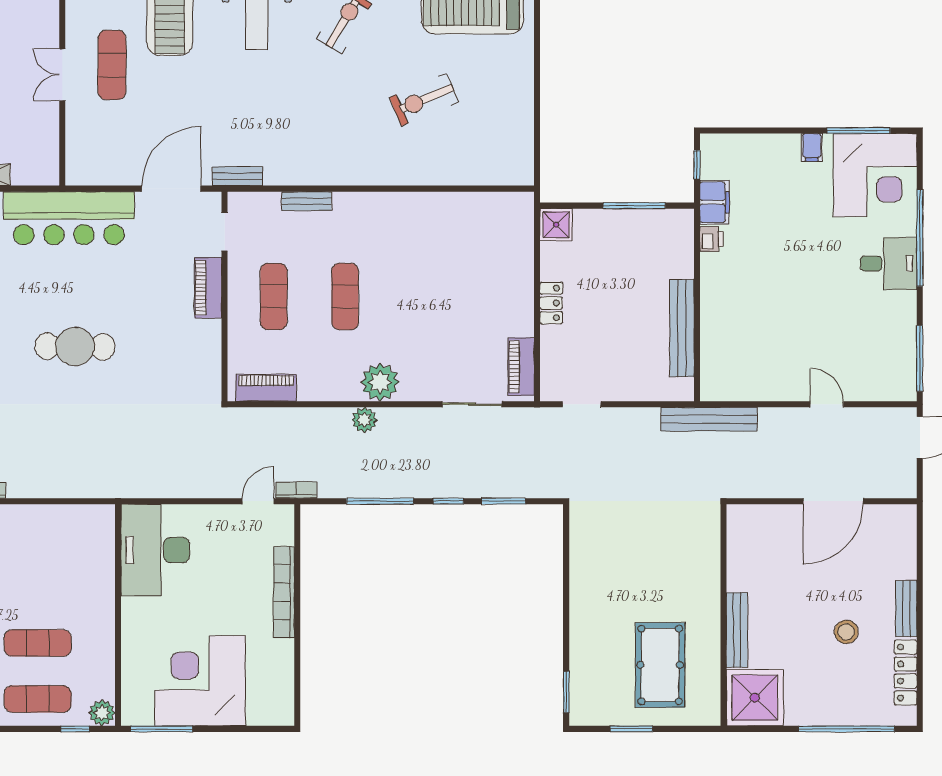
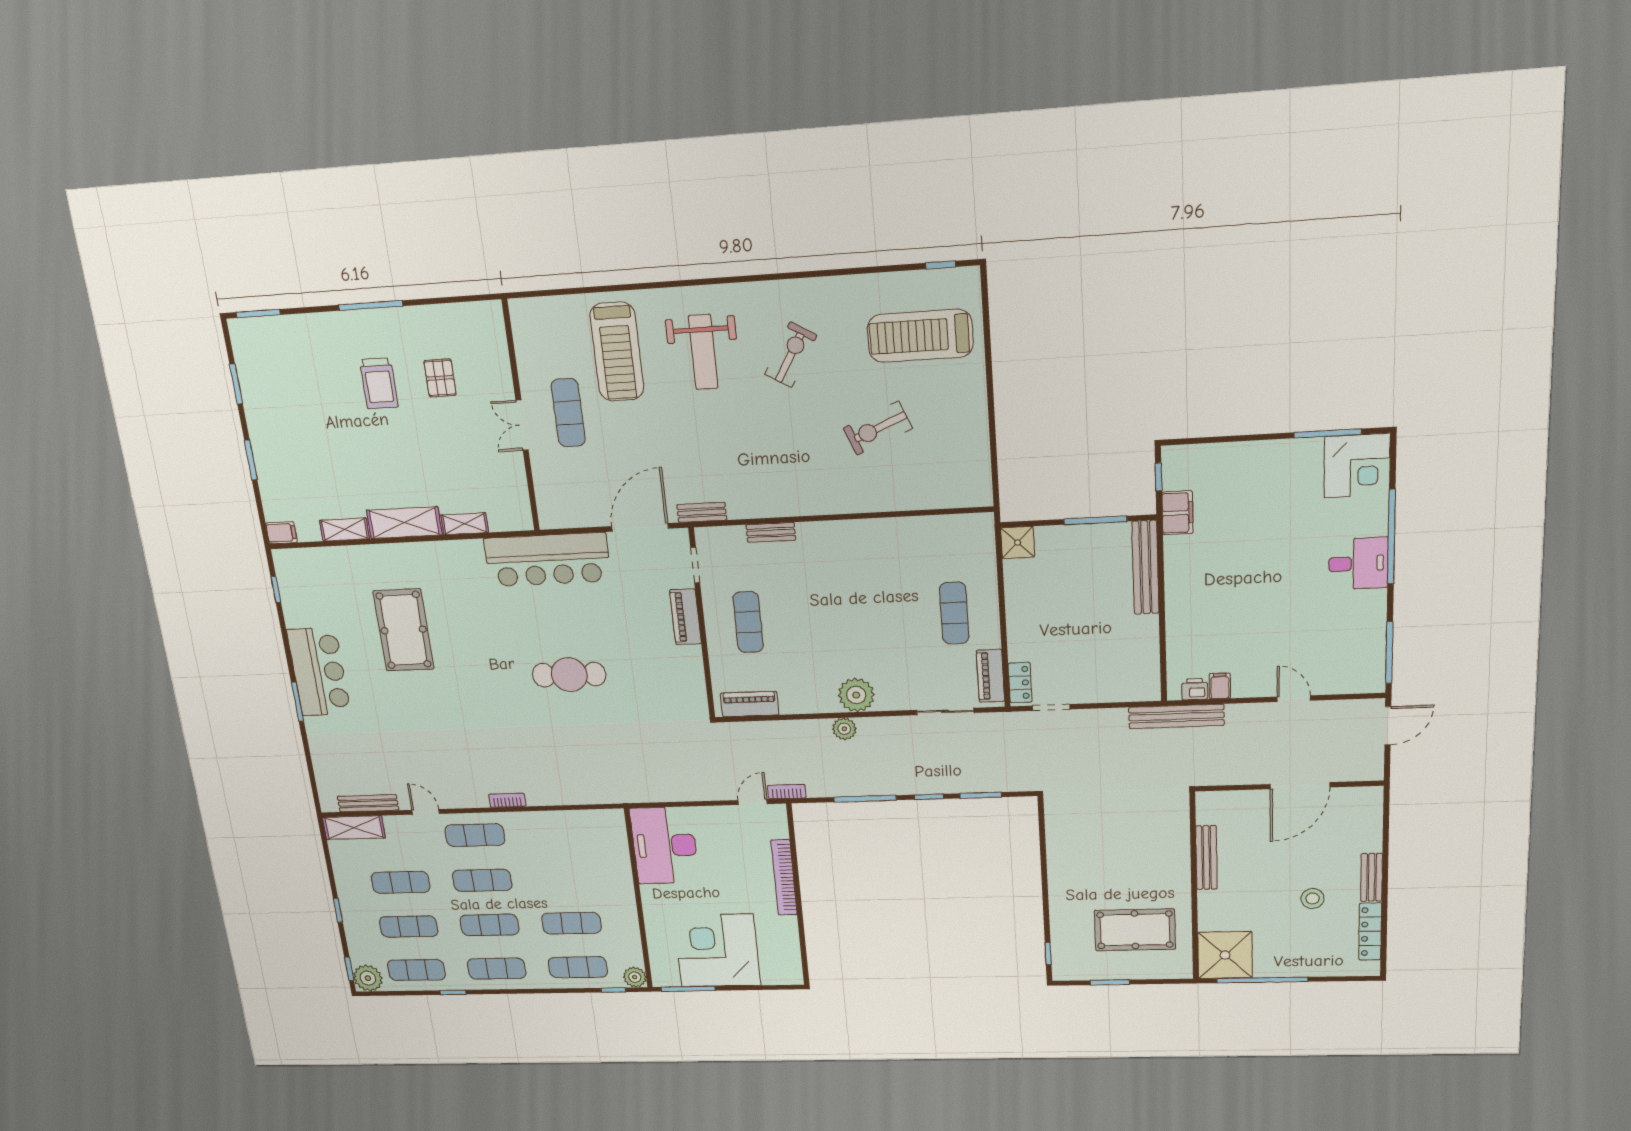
filing cabinet: (812, 147) -> (1220, 686), moved, turned 180
corner desk: (875, 175) -> (1357, 466), width x0.74, depth x0.74
printer: (711, 239) -> (1195, 689), moved, turned -90
exercise mat: (345, 296) -> (954, 613), moved
locker: (551, 303) -> (1020, 683), moved
bench: (682, 328) -> (1145, 568), moved
bench: (737, 630) -> (1206, 858), moved
pool table: (660, 665) -> (1135, 930), turned 90
window: (566, 692) -> (1048, 953), width x0.67
window: (847, 729) -> (1262, 980), moved

